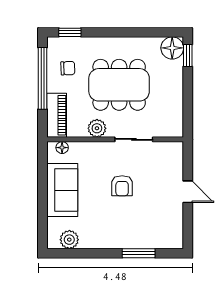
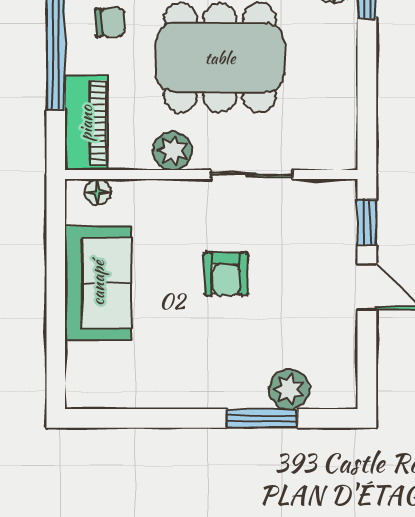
window: (188, 162) -> (367, 222), added
plant: (69, 240) -> (289, 389), moved

